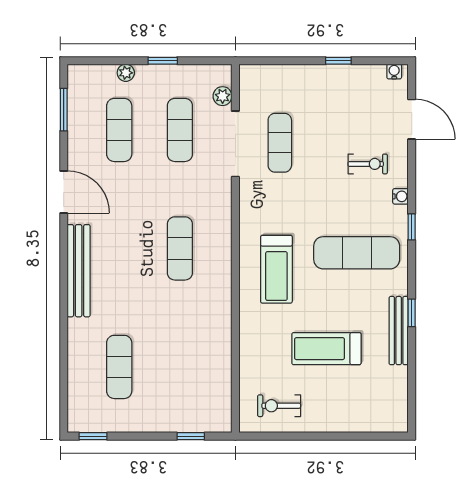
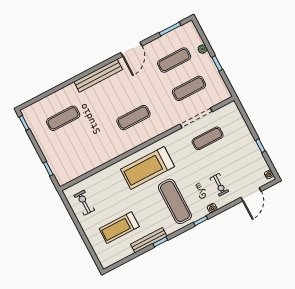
plant: (223, 96) -> (215, 100), removed
treadmill: (276, 269) -> (148, 168), width x1.37, depth x1.38
treadmill: (326, 349) -> (119, 228), moved, turned -90

